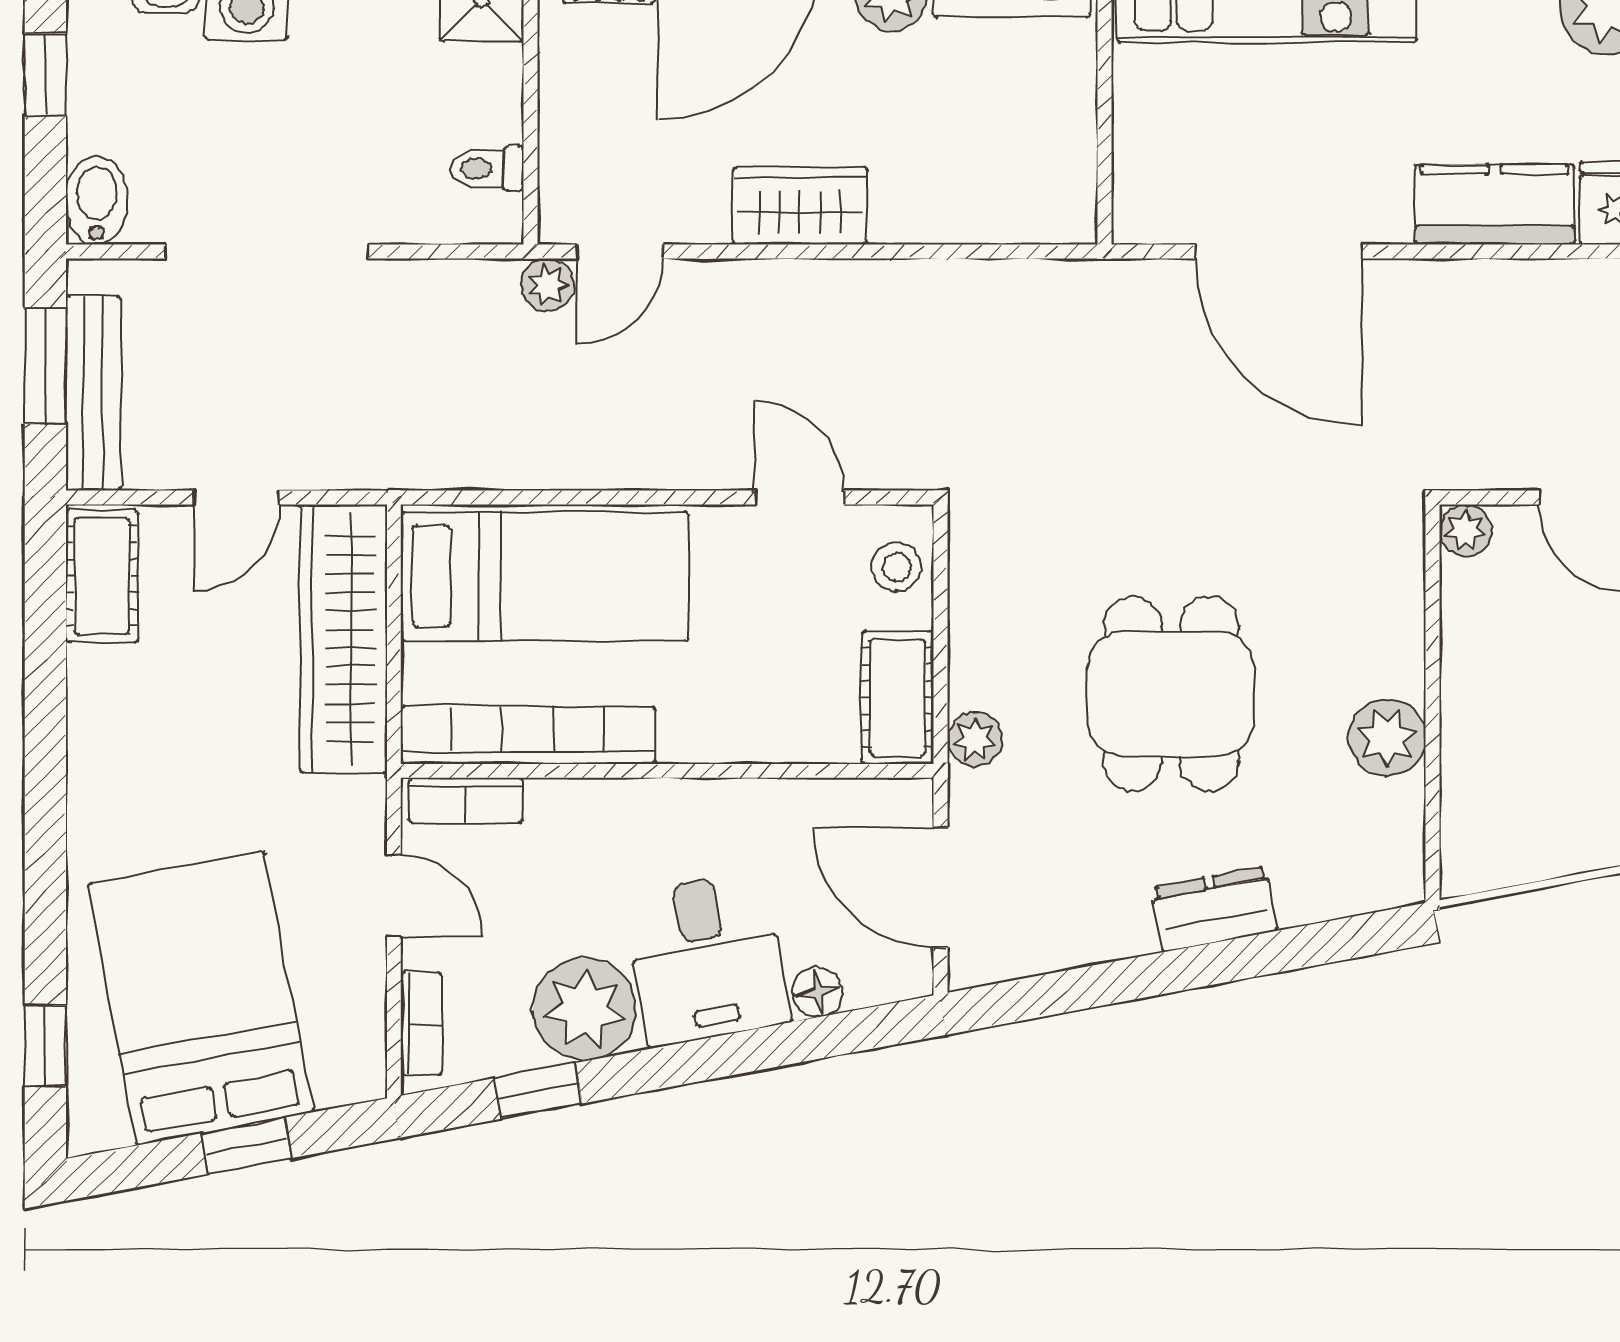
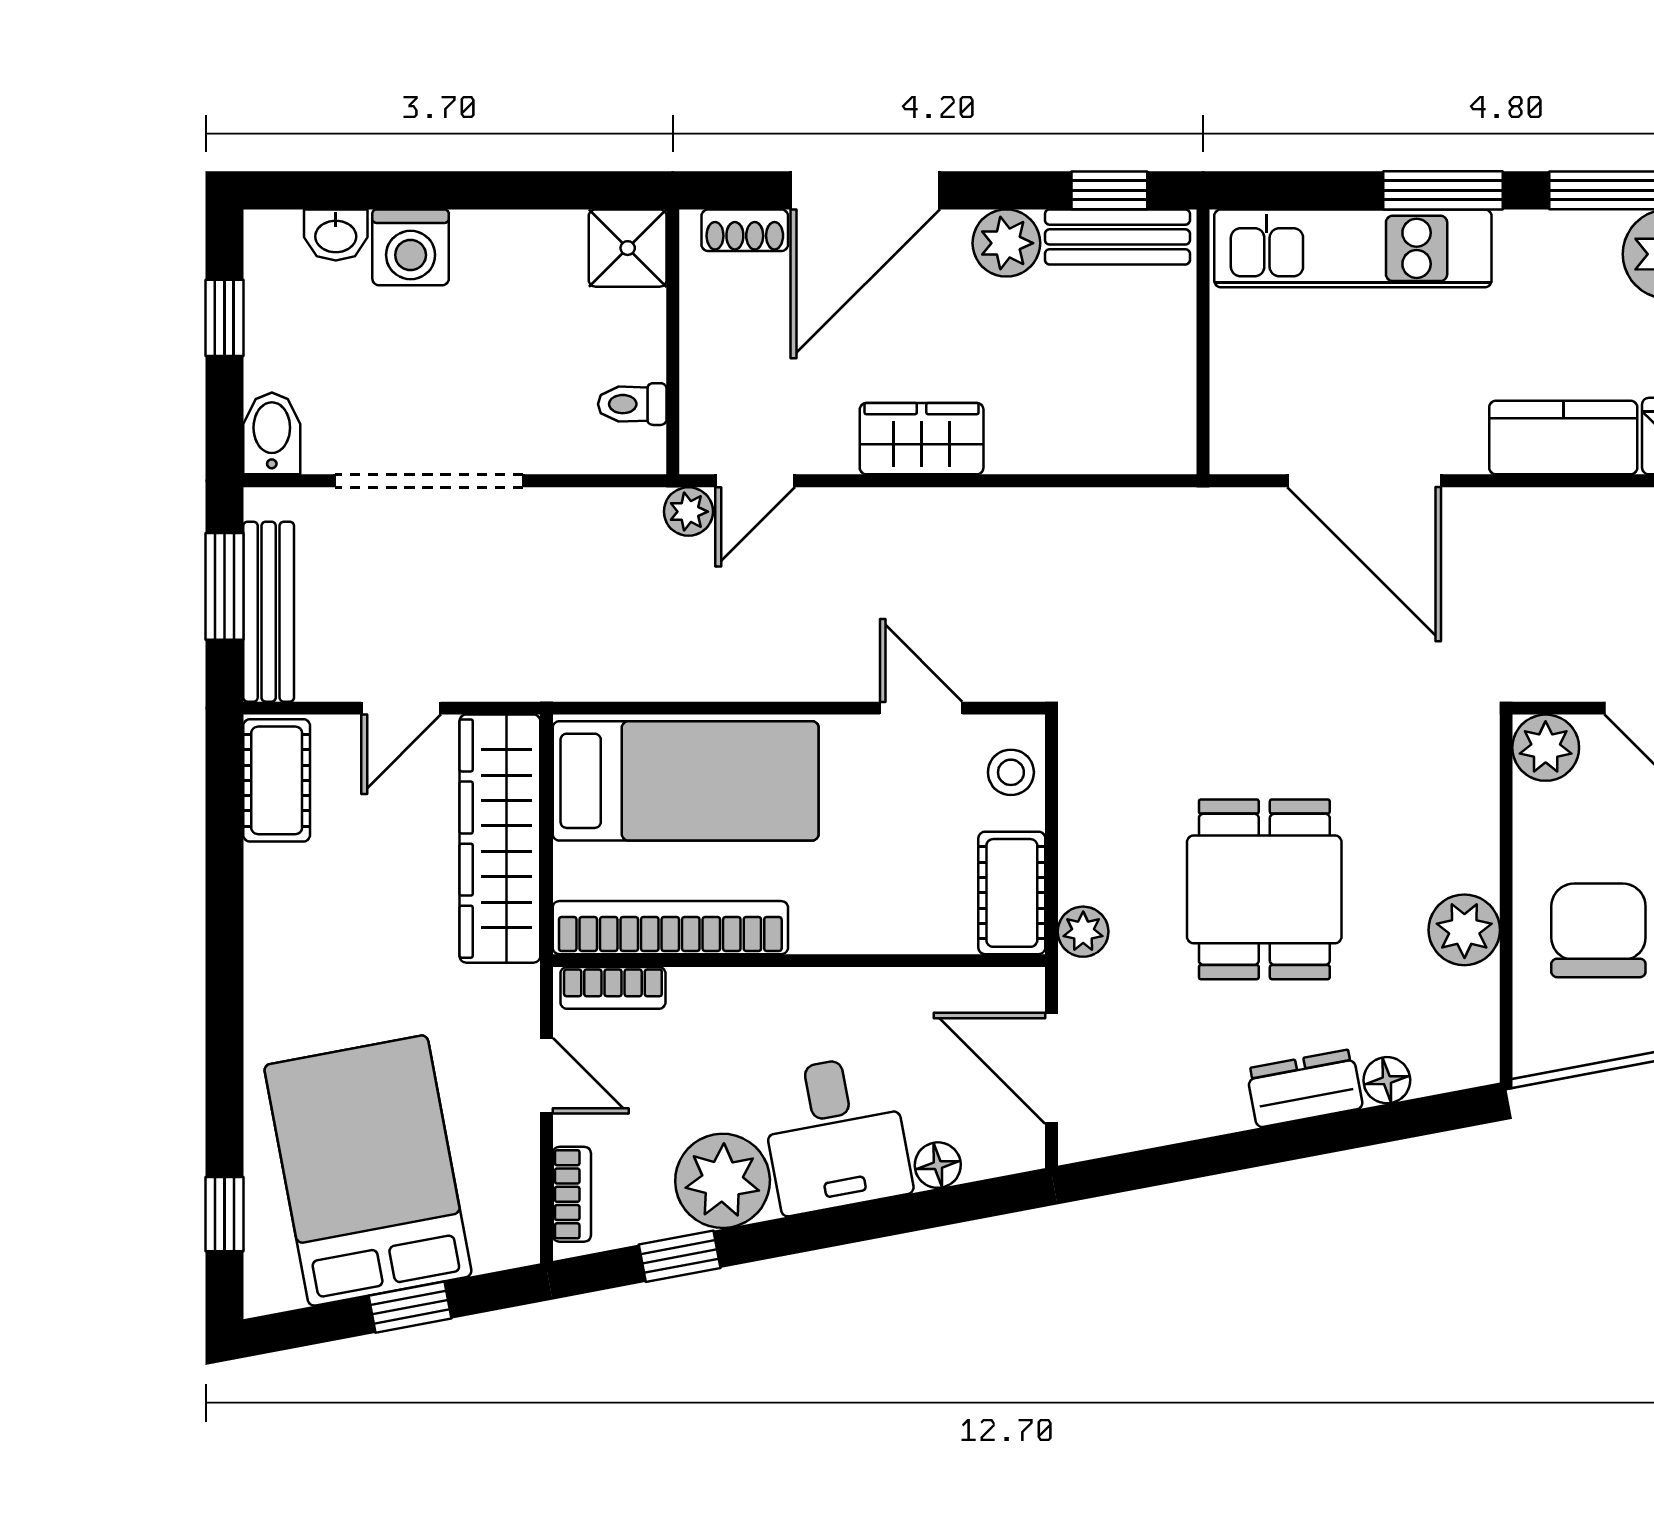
plant: (1466, 531) -> (1546, 748), width x1.38, depth x1.38
chair: (1532, 738) -> (1598, 930), added
floor lamp: (1303, 900) -> (1387, 1080), added

